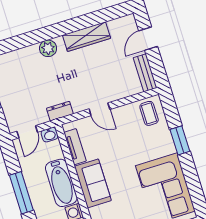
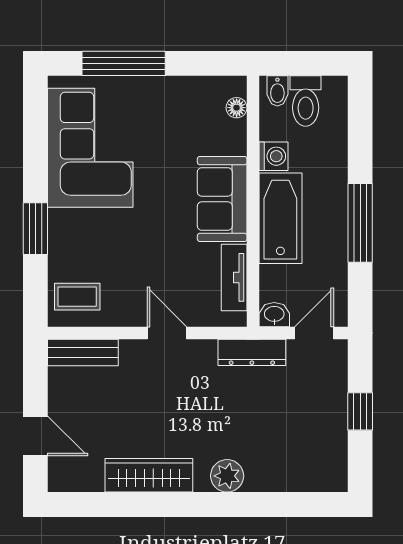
door: (148, 39) -> (35, 436), hinge flipped
bench: (145, 73) -> (83, 353), moved, turned 90
dresser: (60, 111) -> (252, 352), width x1.44
coffee table: (149, 113) -> (77, 297), turned 90

